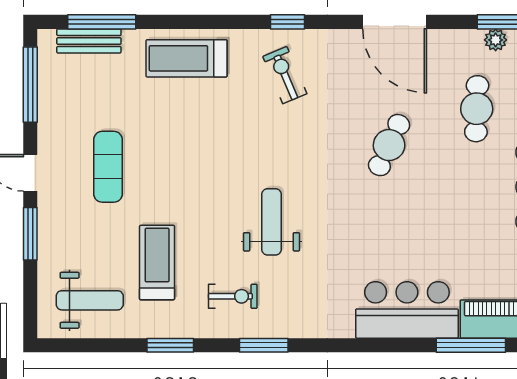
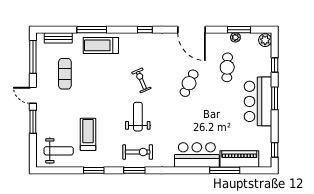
window: (102, 22) -> (92, 30), moved
exercise bike: (285, 75) -> (141, 80), moved
exercise mat: (108, 167) -> (65, 74), moved
exercise bike: (233, 296) -> (138, 152), moved, width x1.38, depth x1.39

